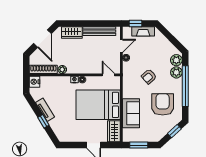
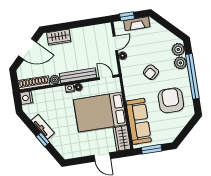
bench: (99, 31) -> (78, 75), moved
door: (42, 39) -> (28, 49), hinge flipped
sofa: (131, 113) -> (139, 121), width x1.36
window: (174, 131) -> (188, 128), removed

